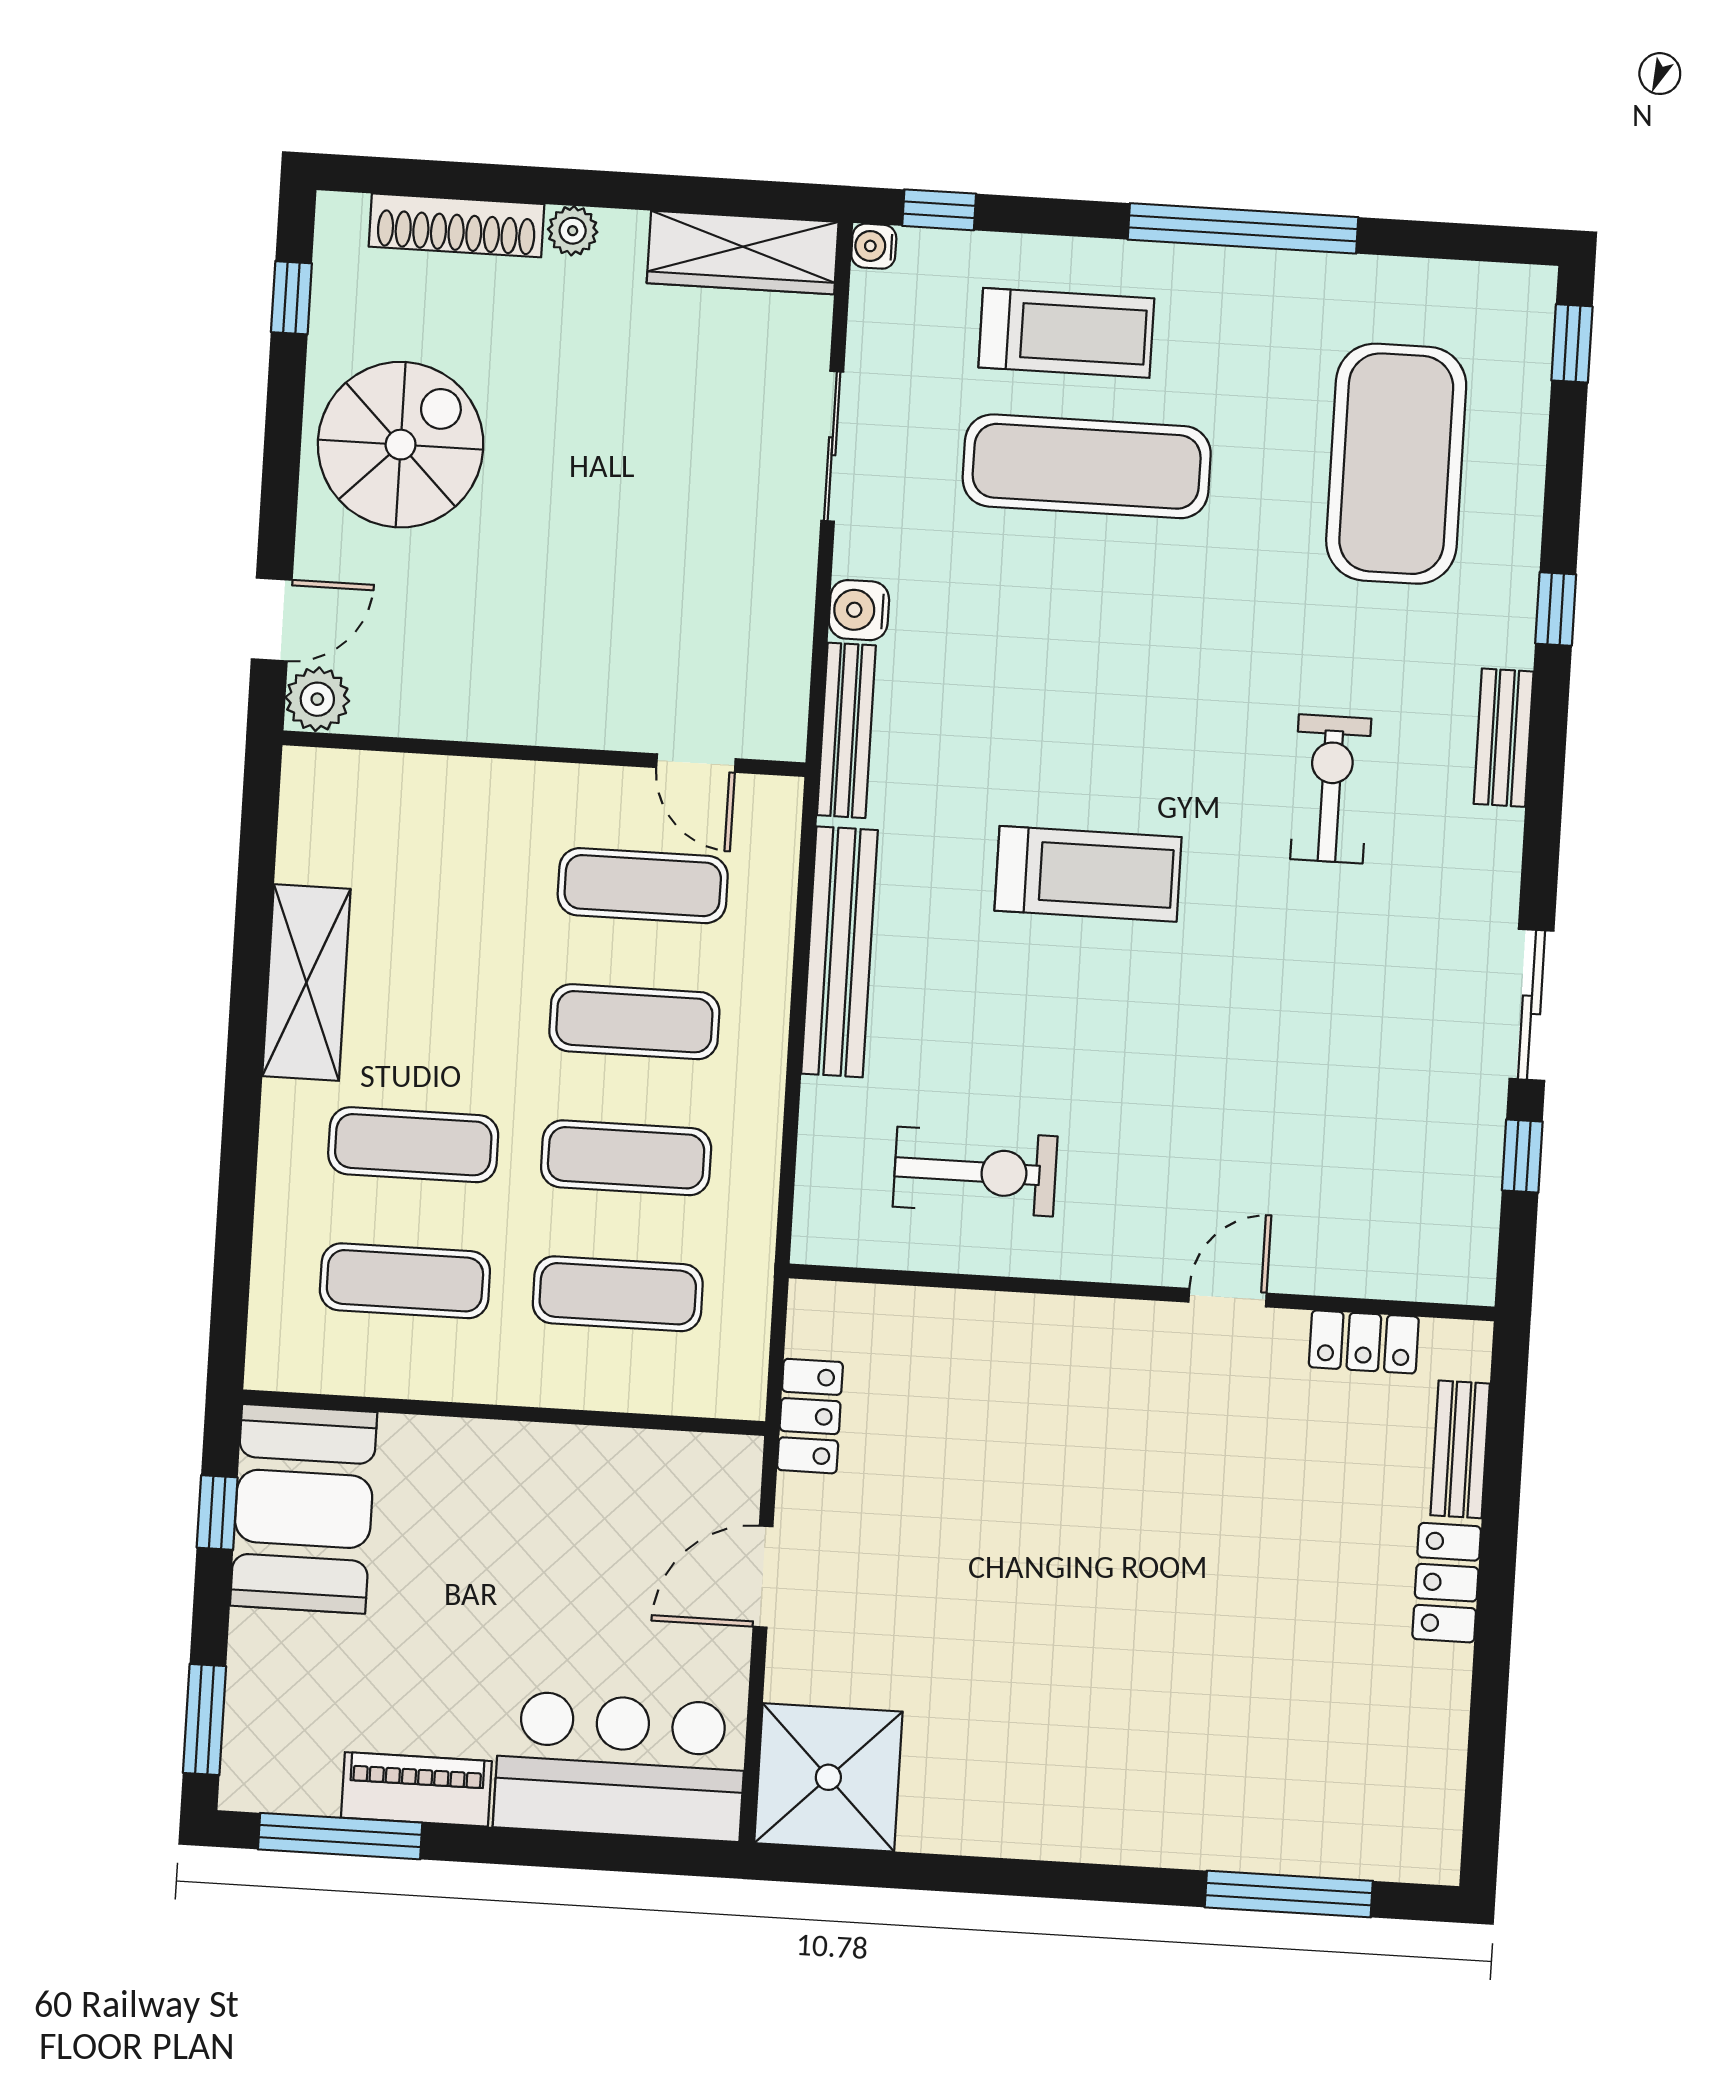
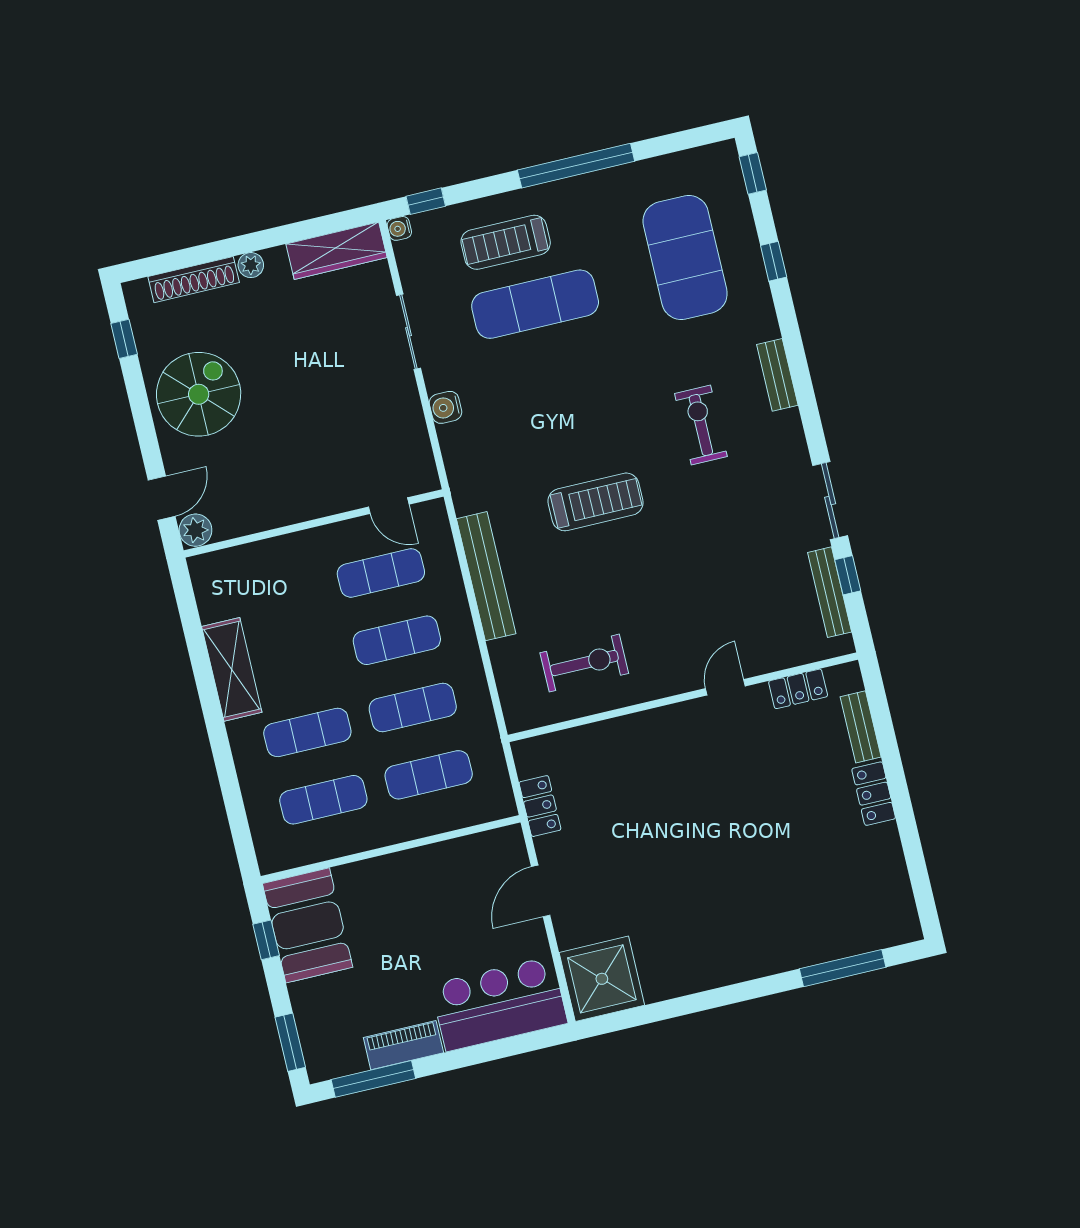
treadmill: (1066, 333) -> (506, 242), turned 180
window: (1556, 609) -> (774, 261), moved
bench: (846, 730) -> (830, 592), moved

